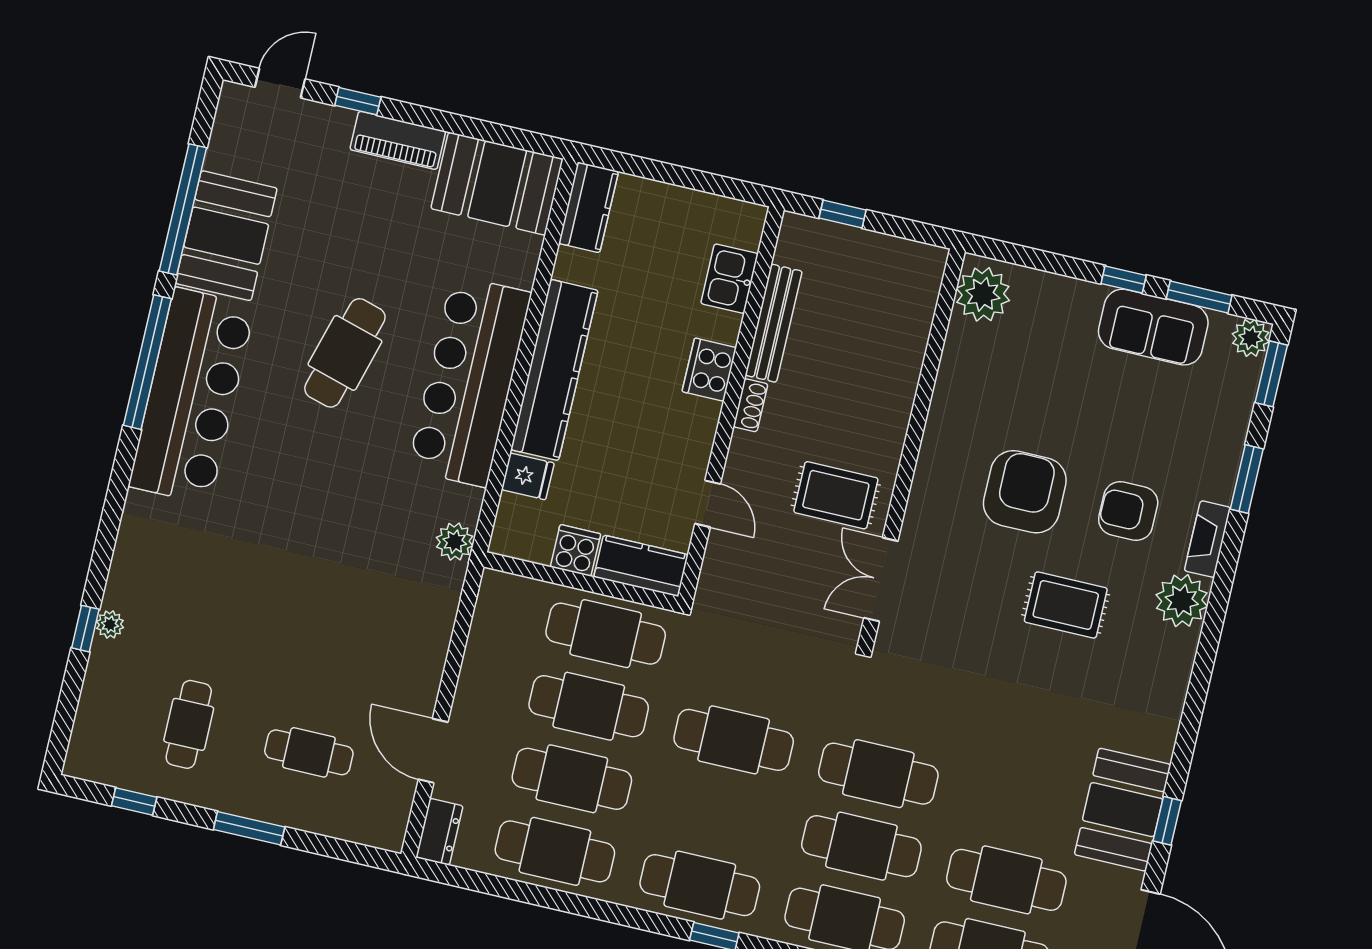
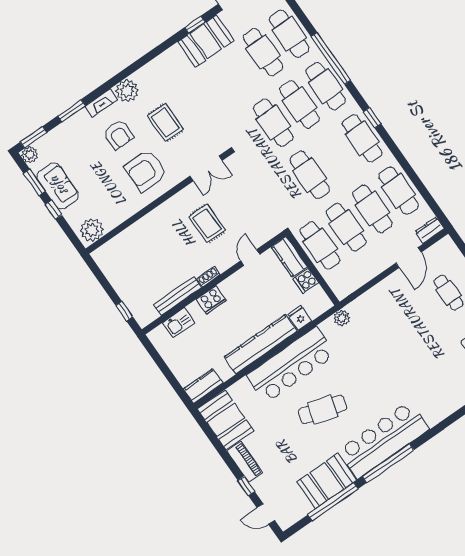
plant: (983, 294) -> (92, 230), moved
wall: (912, 445) -> (158, 202), moved
double door: (881, 579) -> (206, 168), moved

